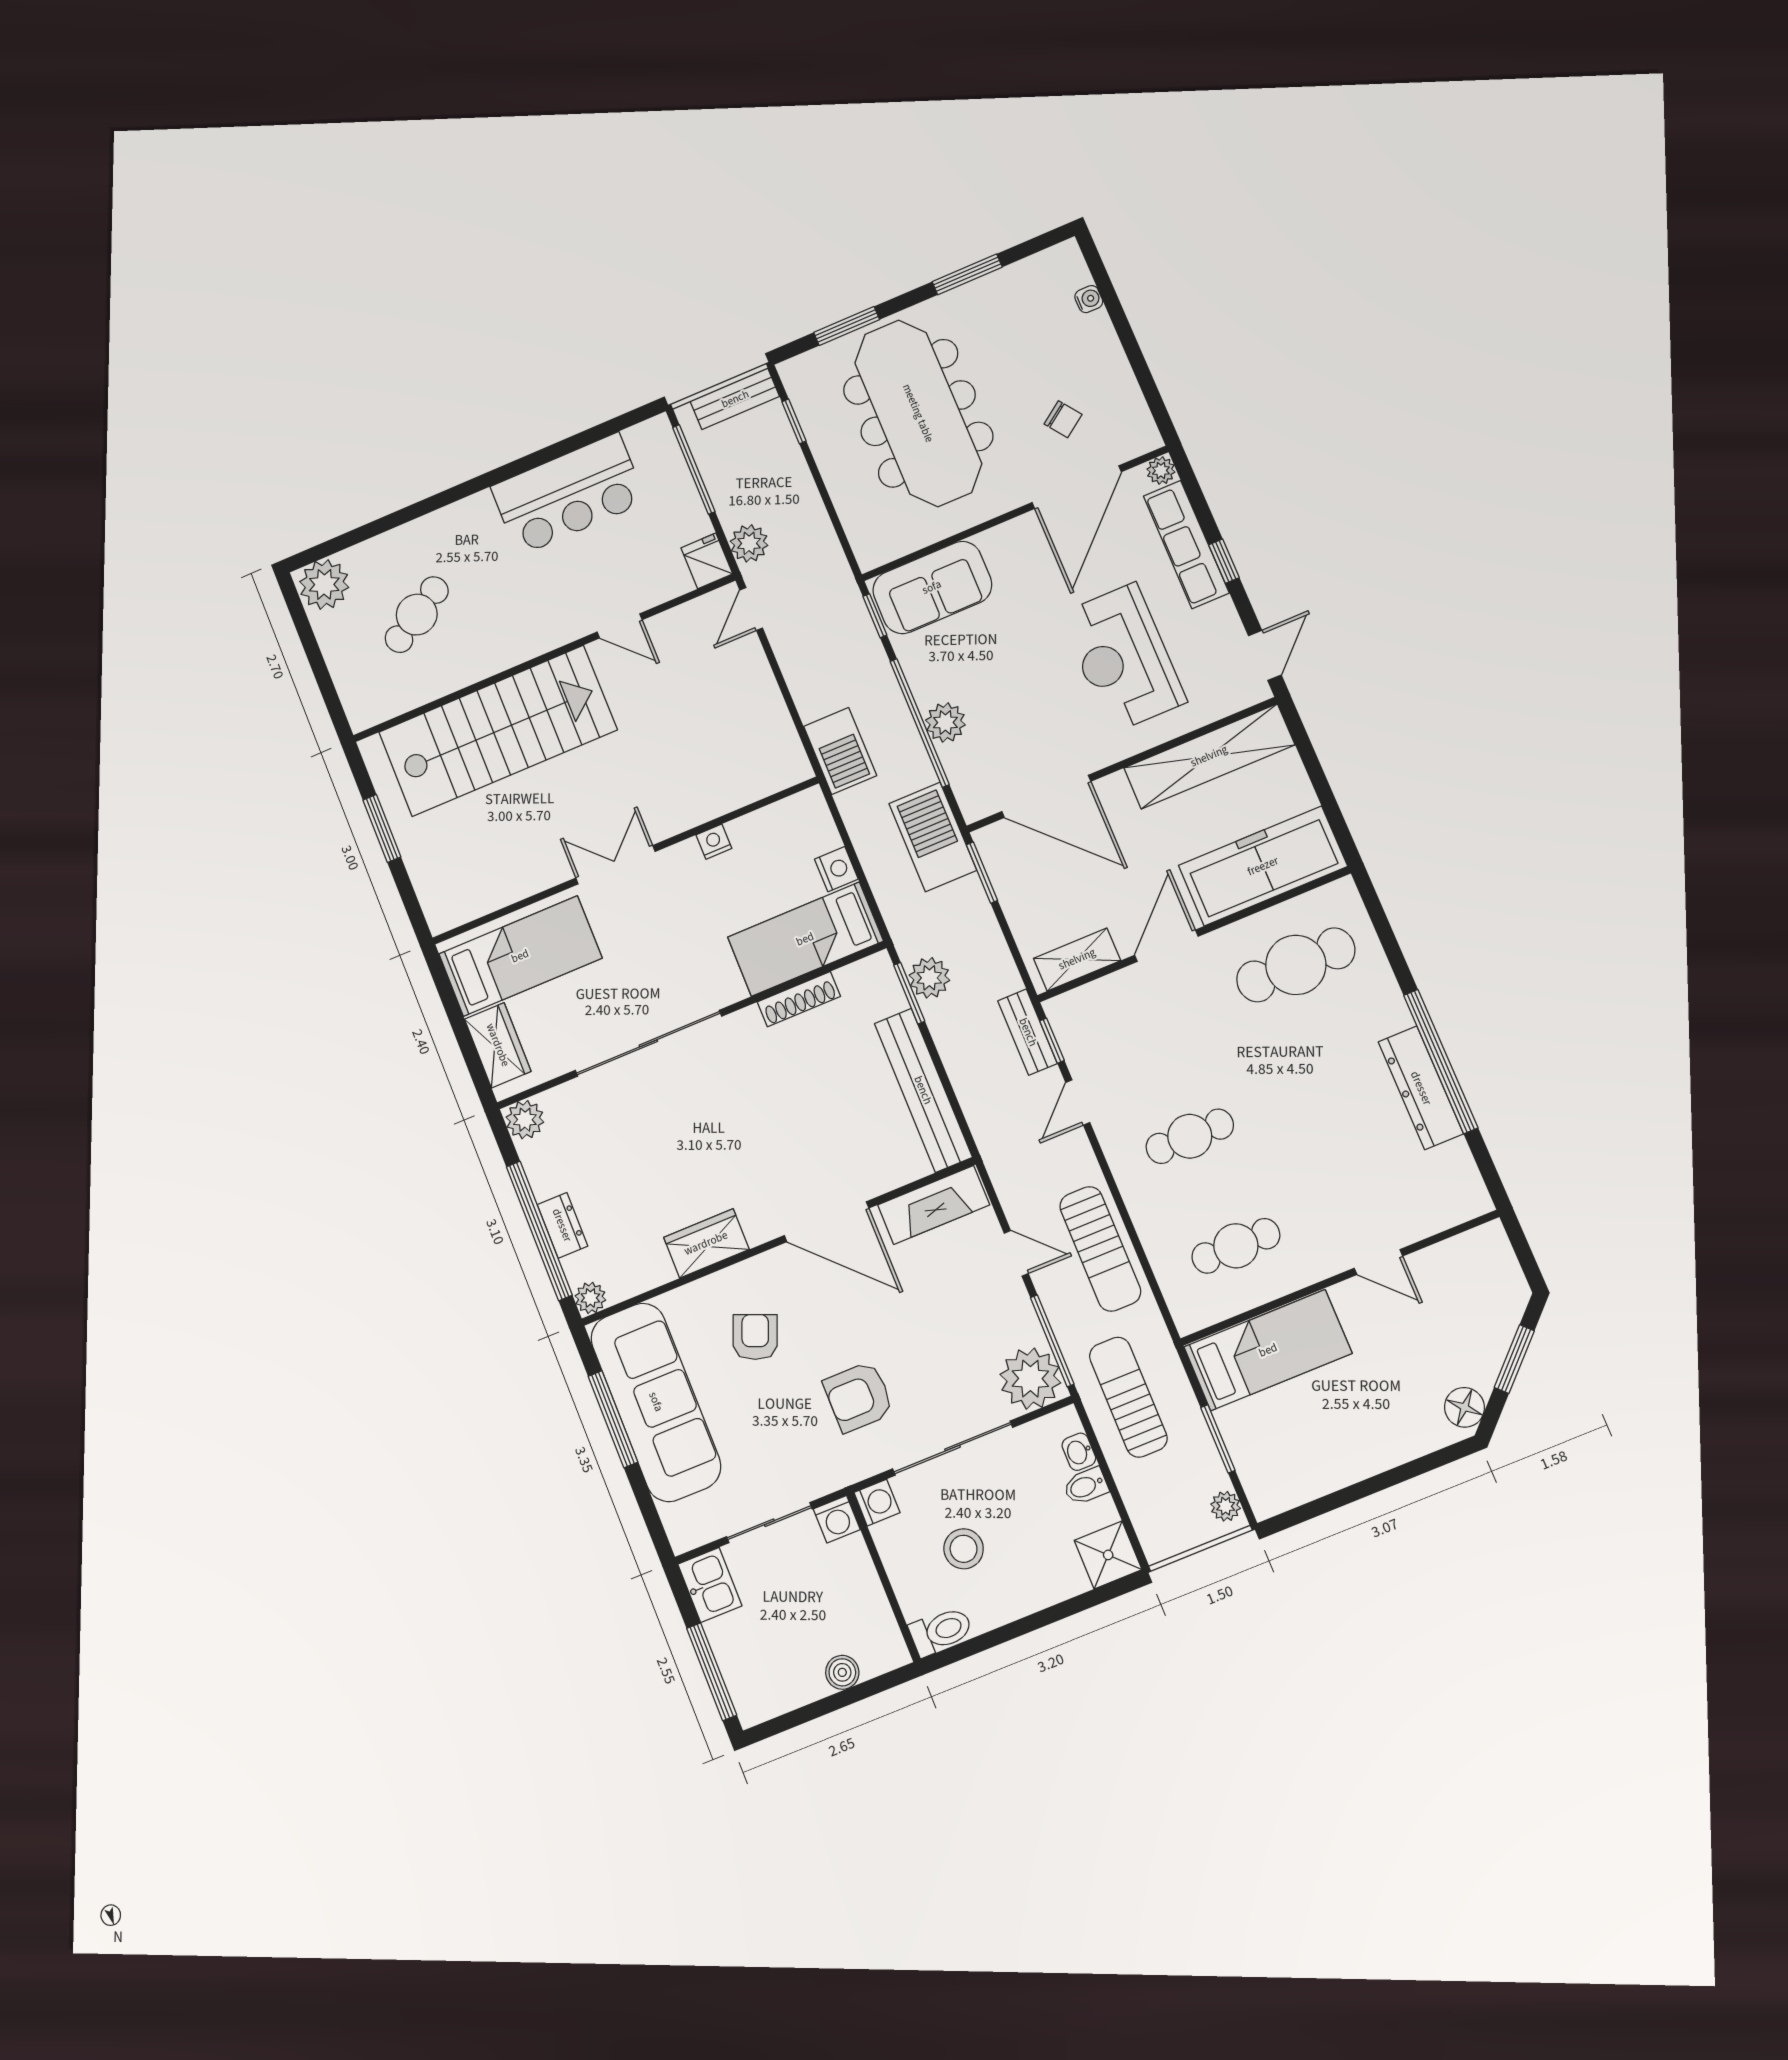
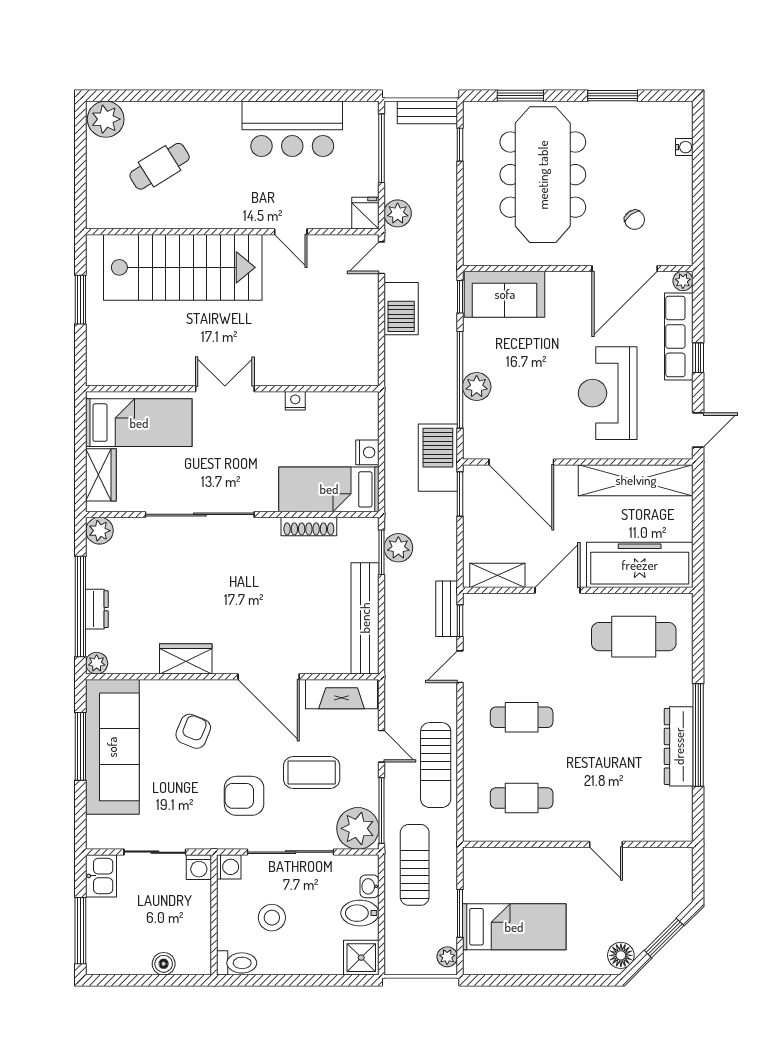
barbecue: (840, 751) -> (401, 309), moved
coffee table: (937, 1328) -> (312, 772), added
bed: (1268, 1350) -> (514, 927), moved
bidet: (1086, 1486) -> (360, 913), width x1.38, depth x1.36

